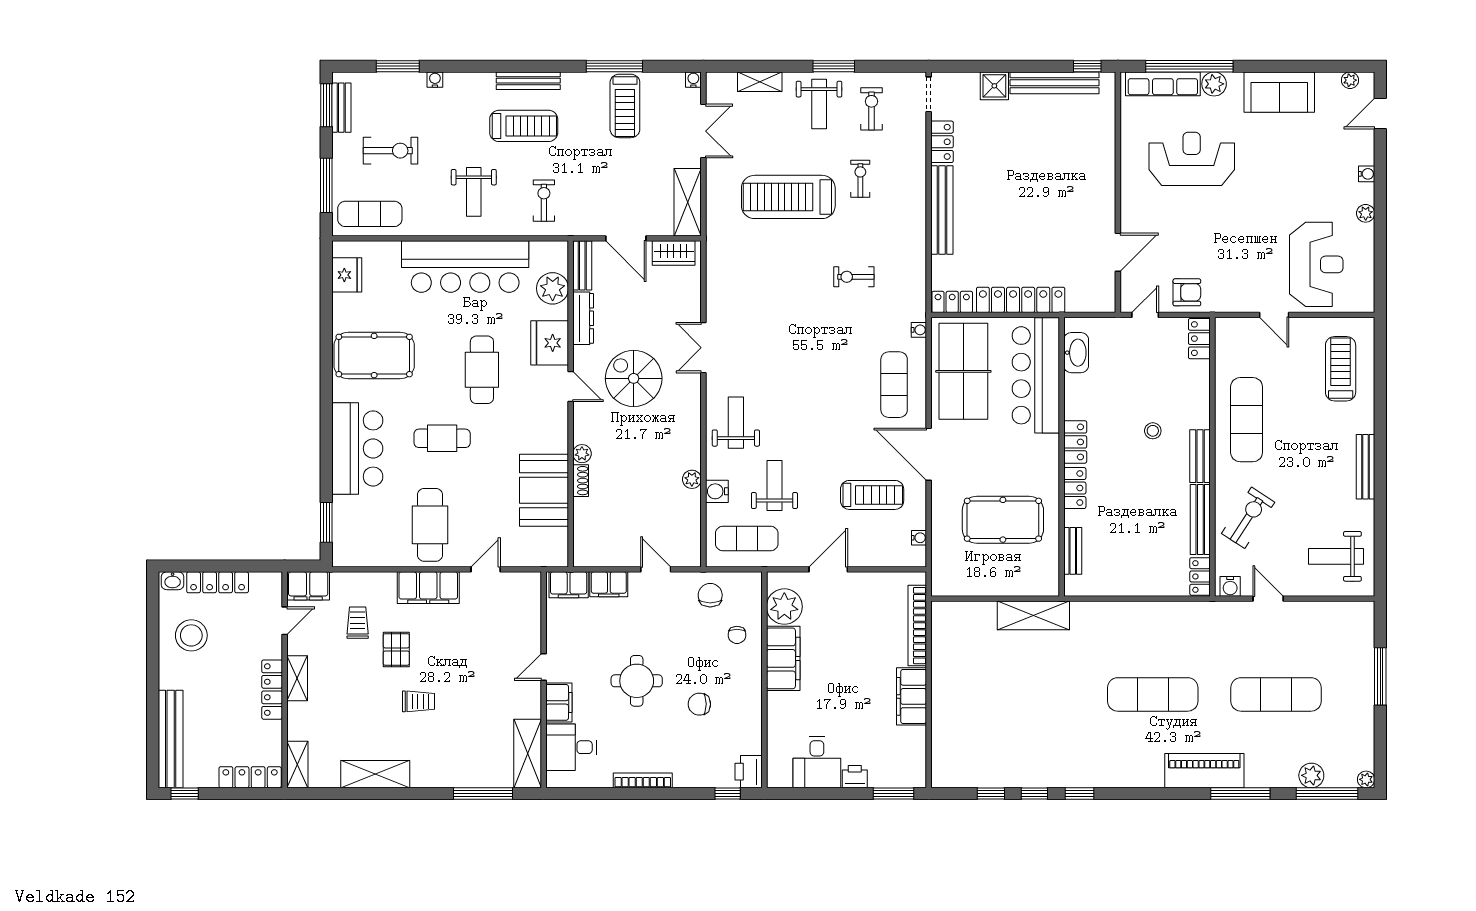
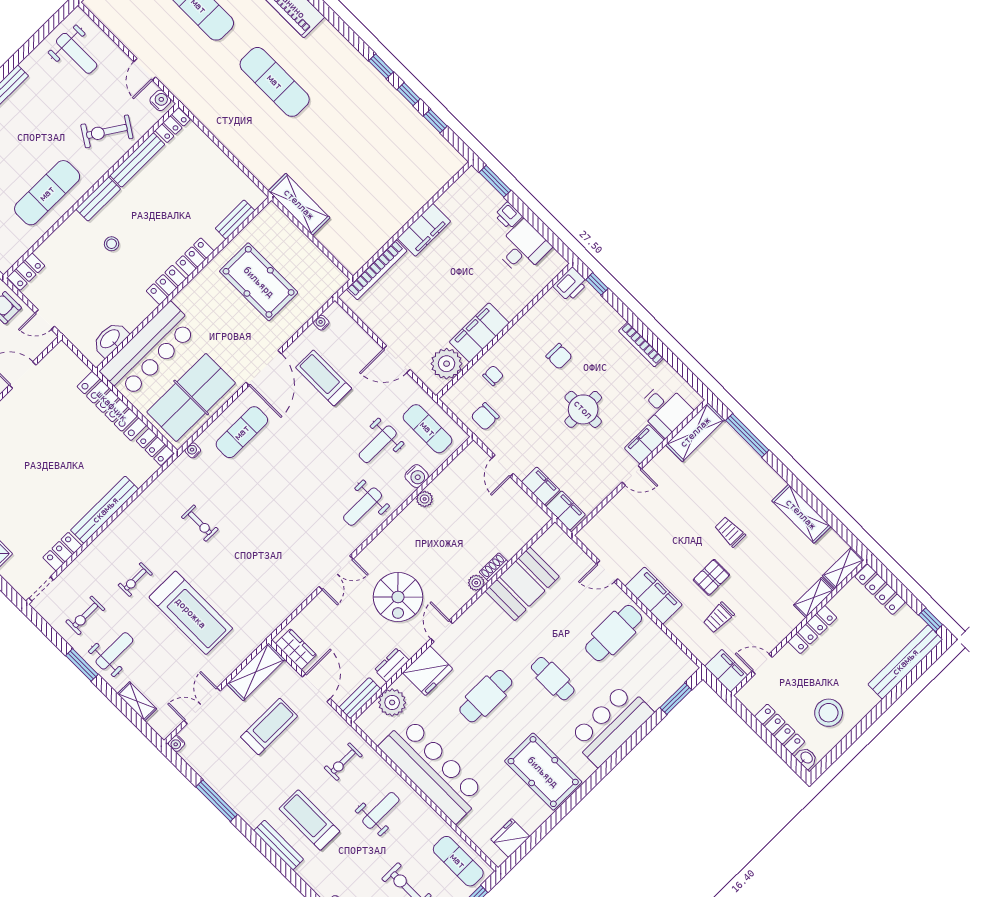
treadmill: (625, 106) -> (269, 727), moved
dresser: (583, 318) -> (392, 665), width x0.70
shelving: (297, 678) -> (814, 598), moved

